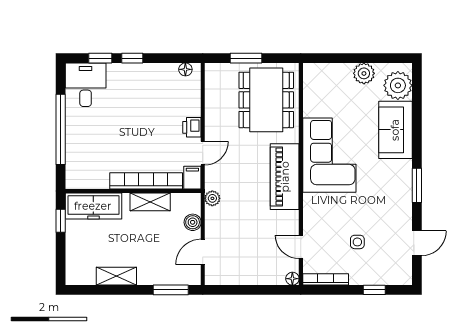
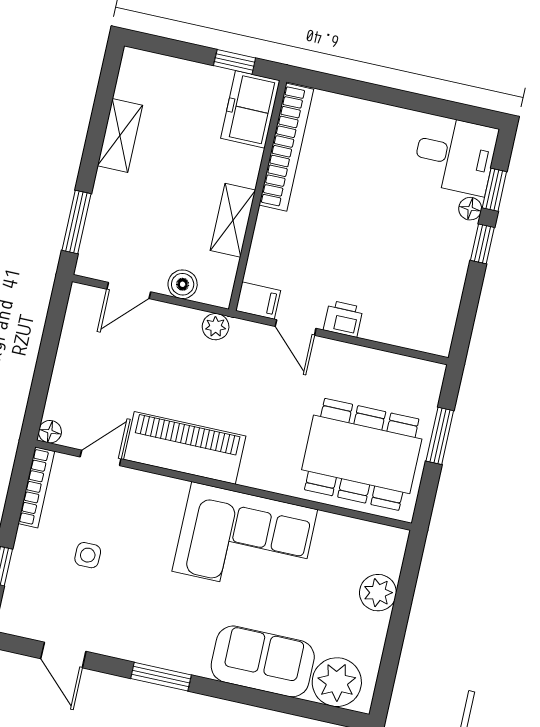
floor lamp: (185, 69) -> (470, 209), moved
plant: (364, 73) -> (378, 593), moved
window: (61, 129) -> (389, 96), removed
piano: (285, 177) -> (185, 448), moved
bookcase: (146, 181) -> (286, 147), moved
freezer: (93, 206) -> (250, 109), width x0.71
door: (203, 252) -> (129, 290), swing flipped

